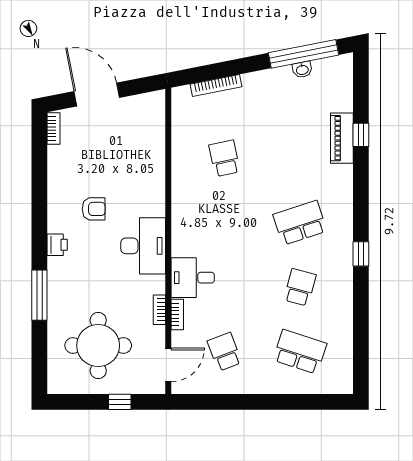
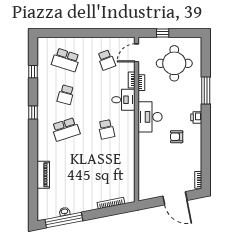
window: (361, 135) -> (33, 72), moved
school desk: (224, 158) -> (106, 129), moved

